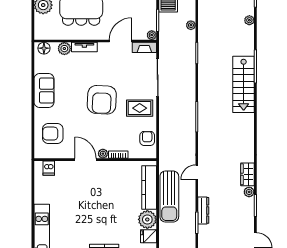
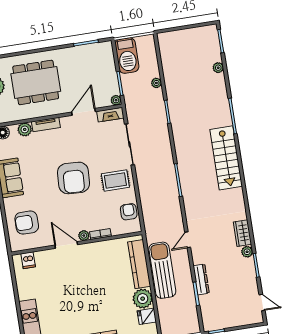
stairs: (244, 84) -> (226, 158), moved
sun lounger: (169, 196) -> (162, 270), turned 180

